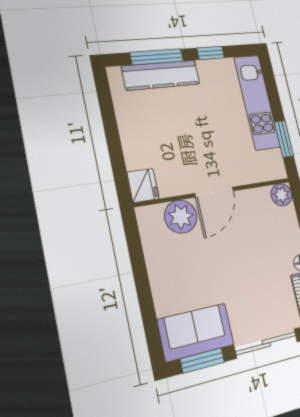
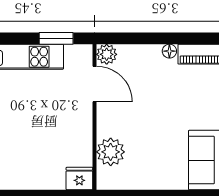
door: (214, 192) -> (95, 84), moved

